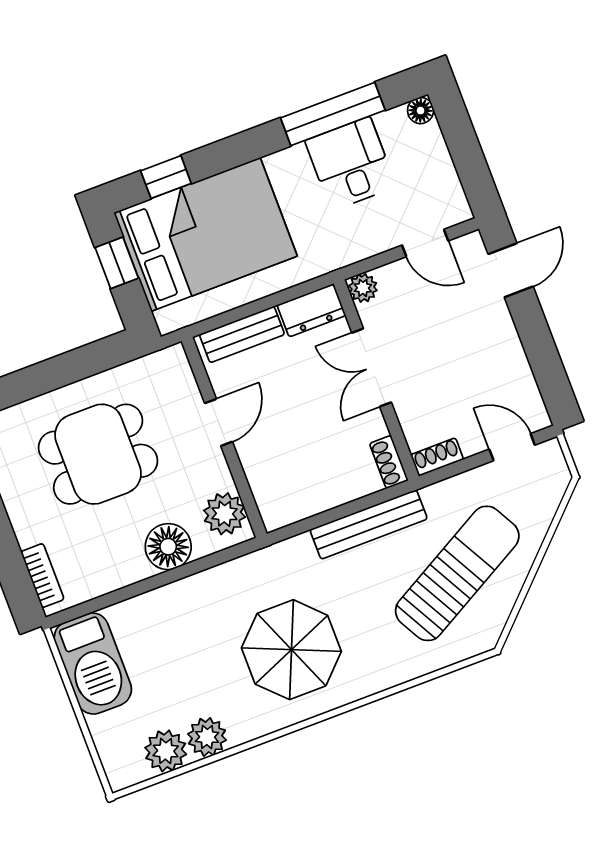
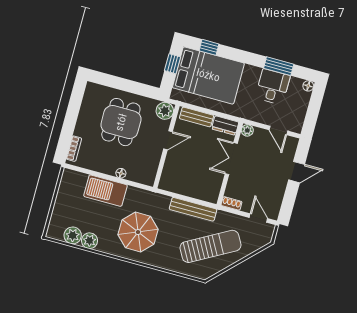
window: (333, 114) -> (279, 66), width x0.69
door: (511, 270) -> (297, 172), moved
dining table: (98, 454) -> (121, 122), turned 90
shoe rack: (389, 462) -> (214, 194), removed
plant: (224, 514) -> (165, 111), moved
floor lamp: (168, 547) -> (121, 173), width x0.53, depth x0.53
barbecue: (93, 664) -> (105, 191), moved, turned 90

